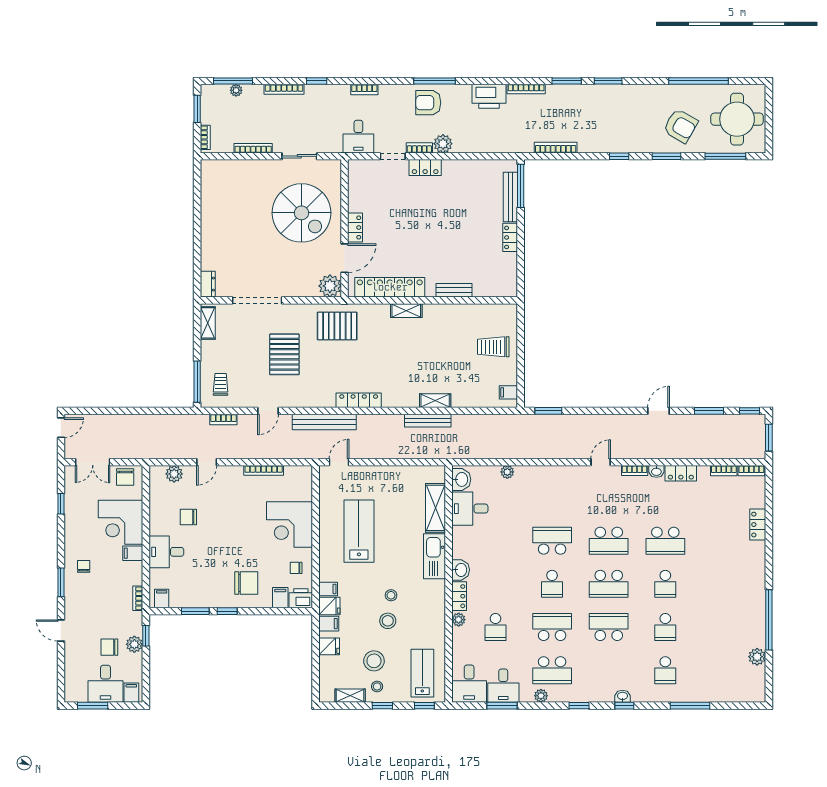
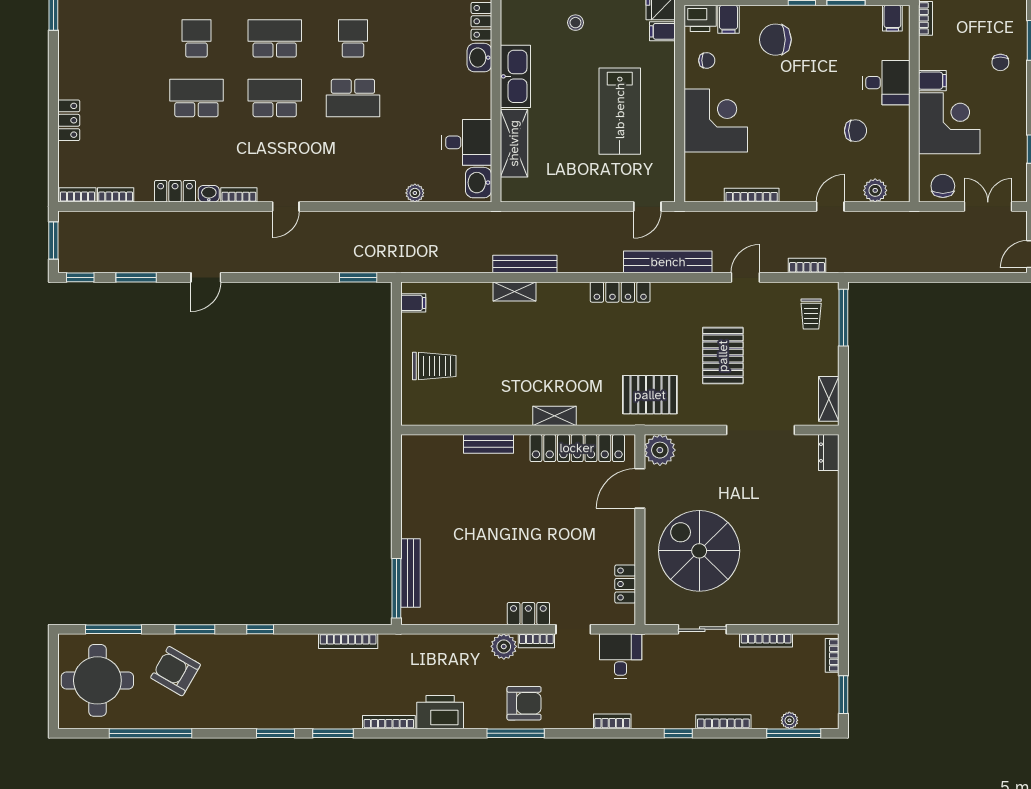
locker: (355, 227) -> (625, 584), moved
locker: (510, 237) -> (411, 517), removed

